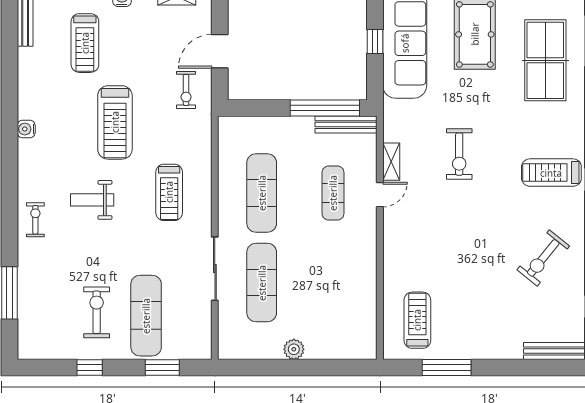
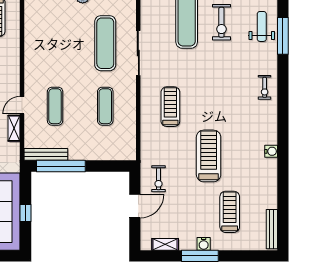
exercise bike: (186, 90) -> (158, 179), turned 180
exercise mat: (262, 193) -> (105, 106), width x0.73, depth x0.69
weight bench: (92, 200) -> (262, 26), moved, turned -90

